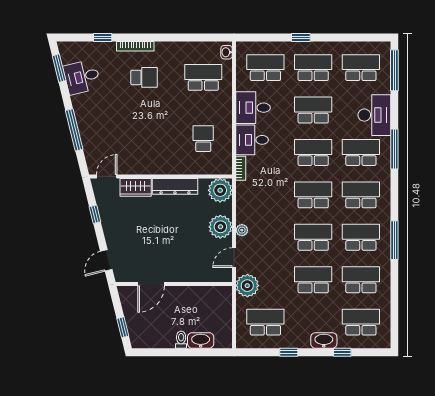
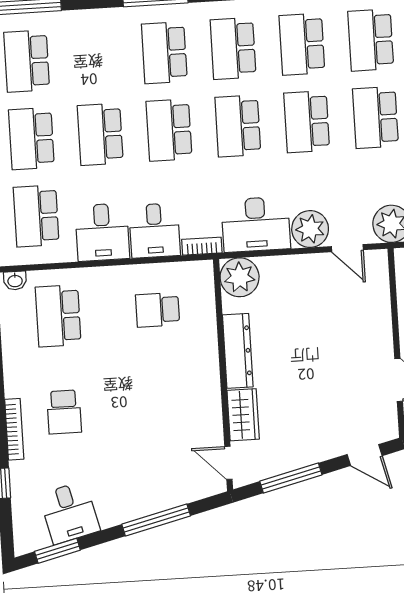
school desk: (144, 77) -> (64, 412), turned 180
desk: (374, 115) -> (256, 224), moved, turned 180
window: (95, 214) -> (291, 478), width x2.17
plant: (220, 227) -> (299, 273), removed
plant: (242, 230) -> (310, 229), width x1.87, depth x1.87

